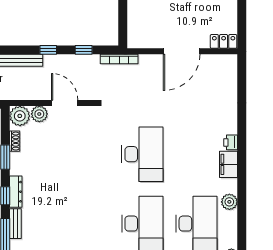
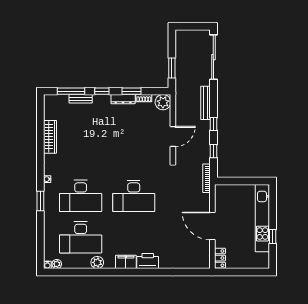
plant: (39, 114) -> (164, 117), removed
printer: (231, 142) -> (148, 261), width x1.87, depth x1.48
dresser: (16, 192) -> (123, 99), moved

